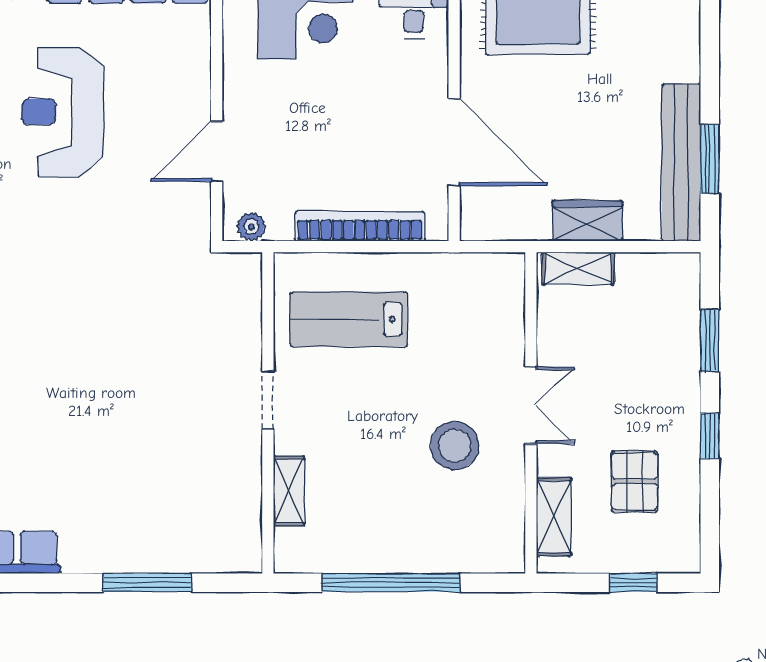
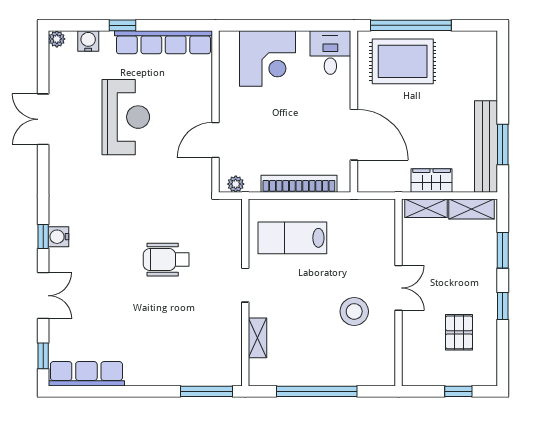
reception desk: (63, 112) -> (126, 117), turned 180
wheelchair: (132, 356) -> (166, 260), added
shelving: (554, 517) -> (471, 209), moved, turned 90
window: (147, 583) -> (206, 391), moved

